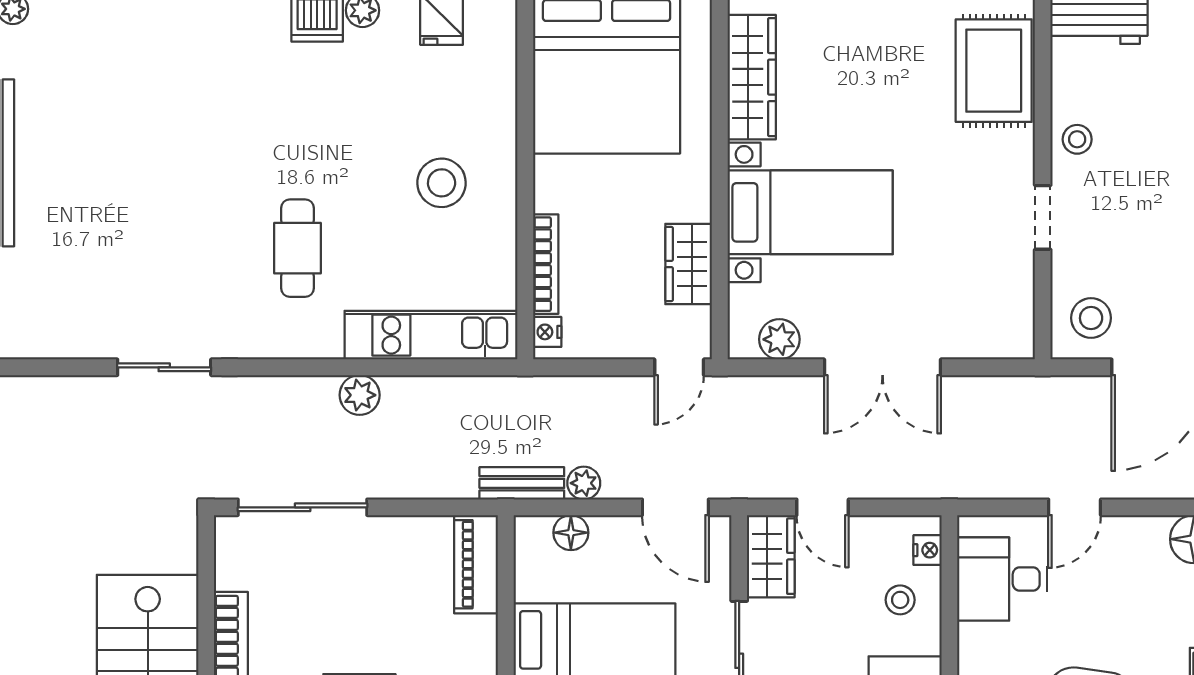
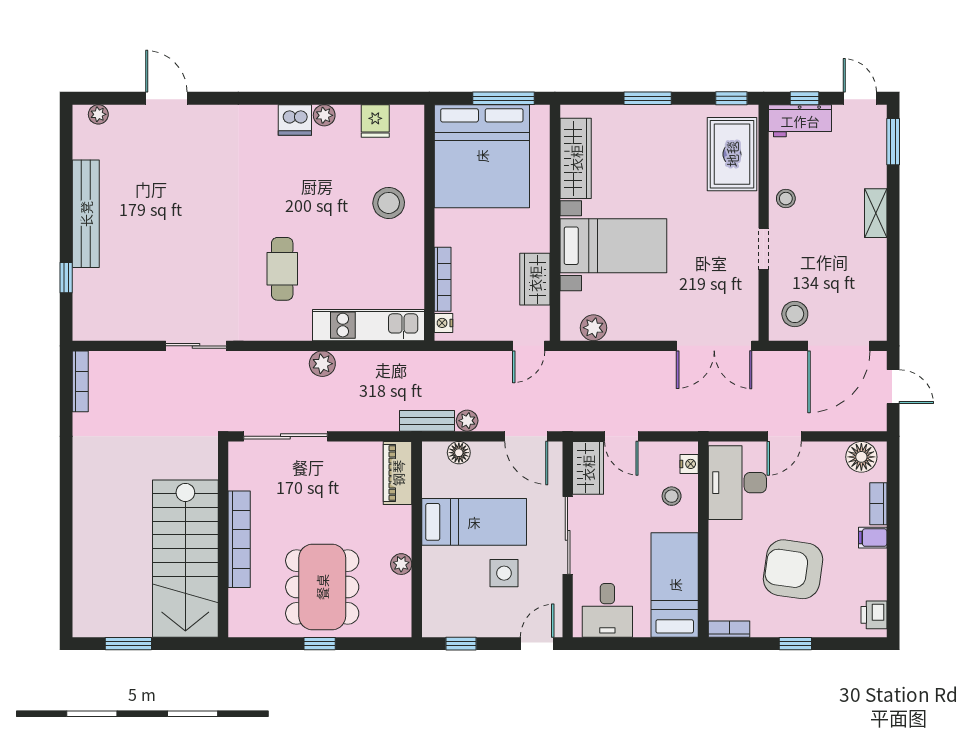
stool: (442, 183) -> (389, 203), moved
double door: (883, 367) -> (714, 346), moved
desk: (1002, 579) -> (737, 483), width x1.37

